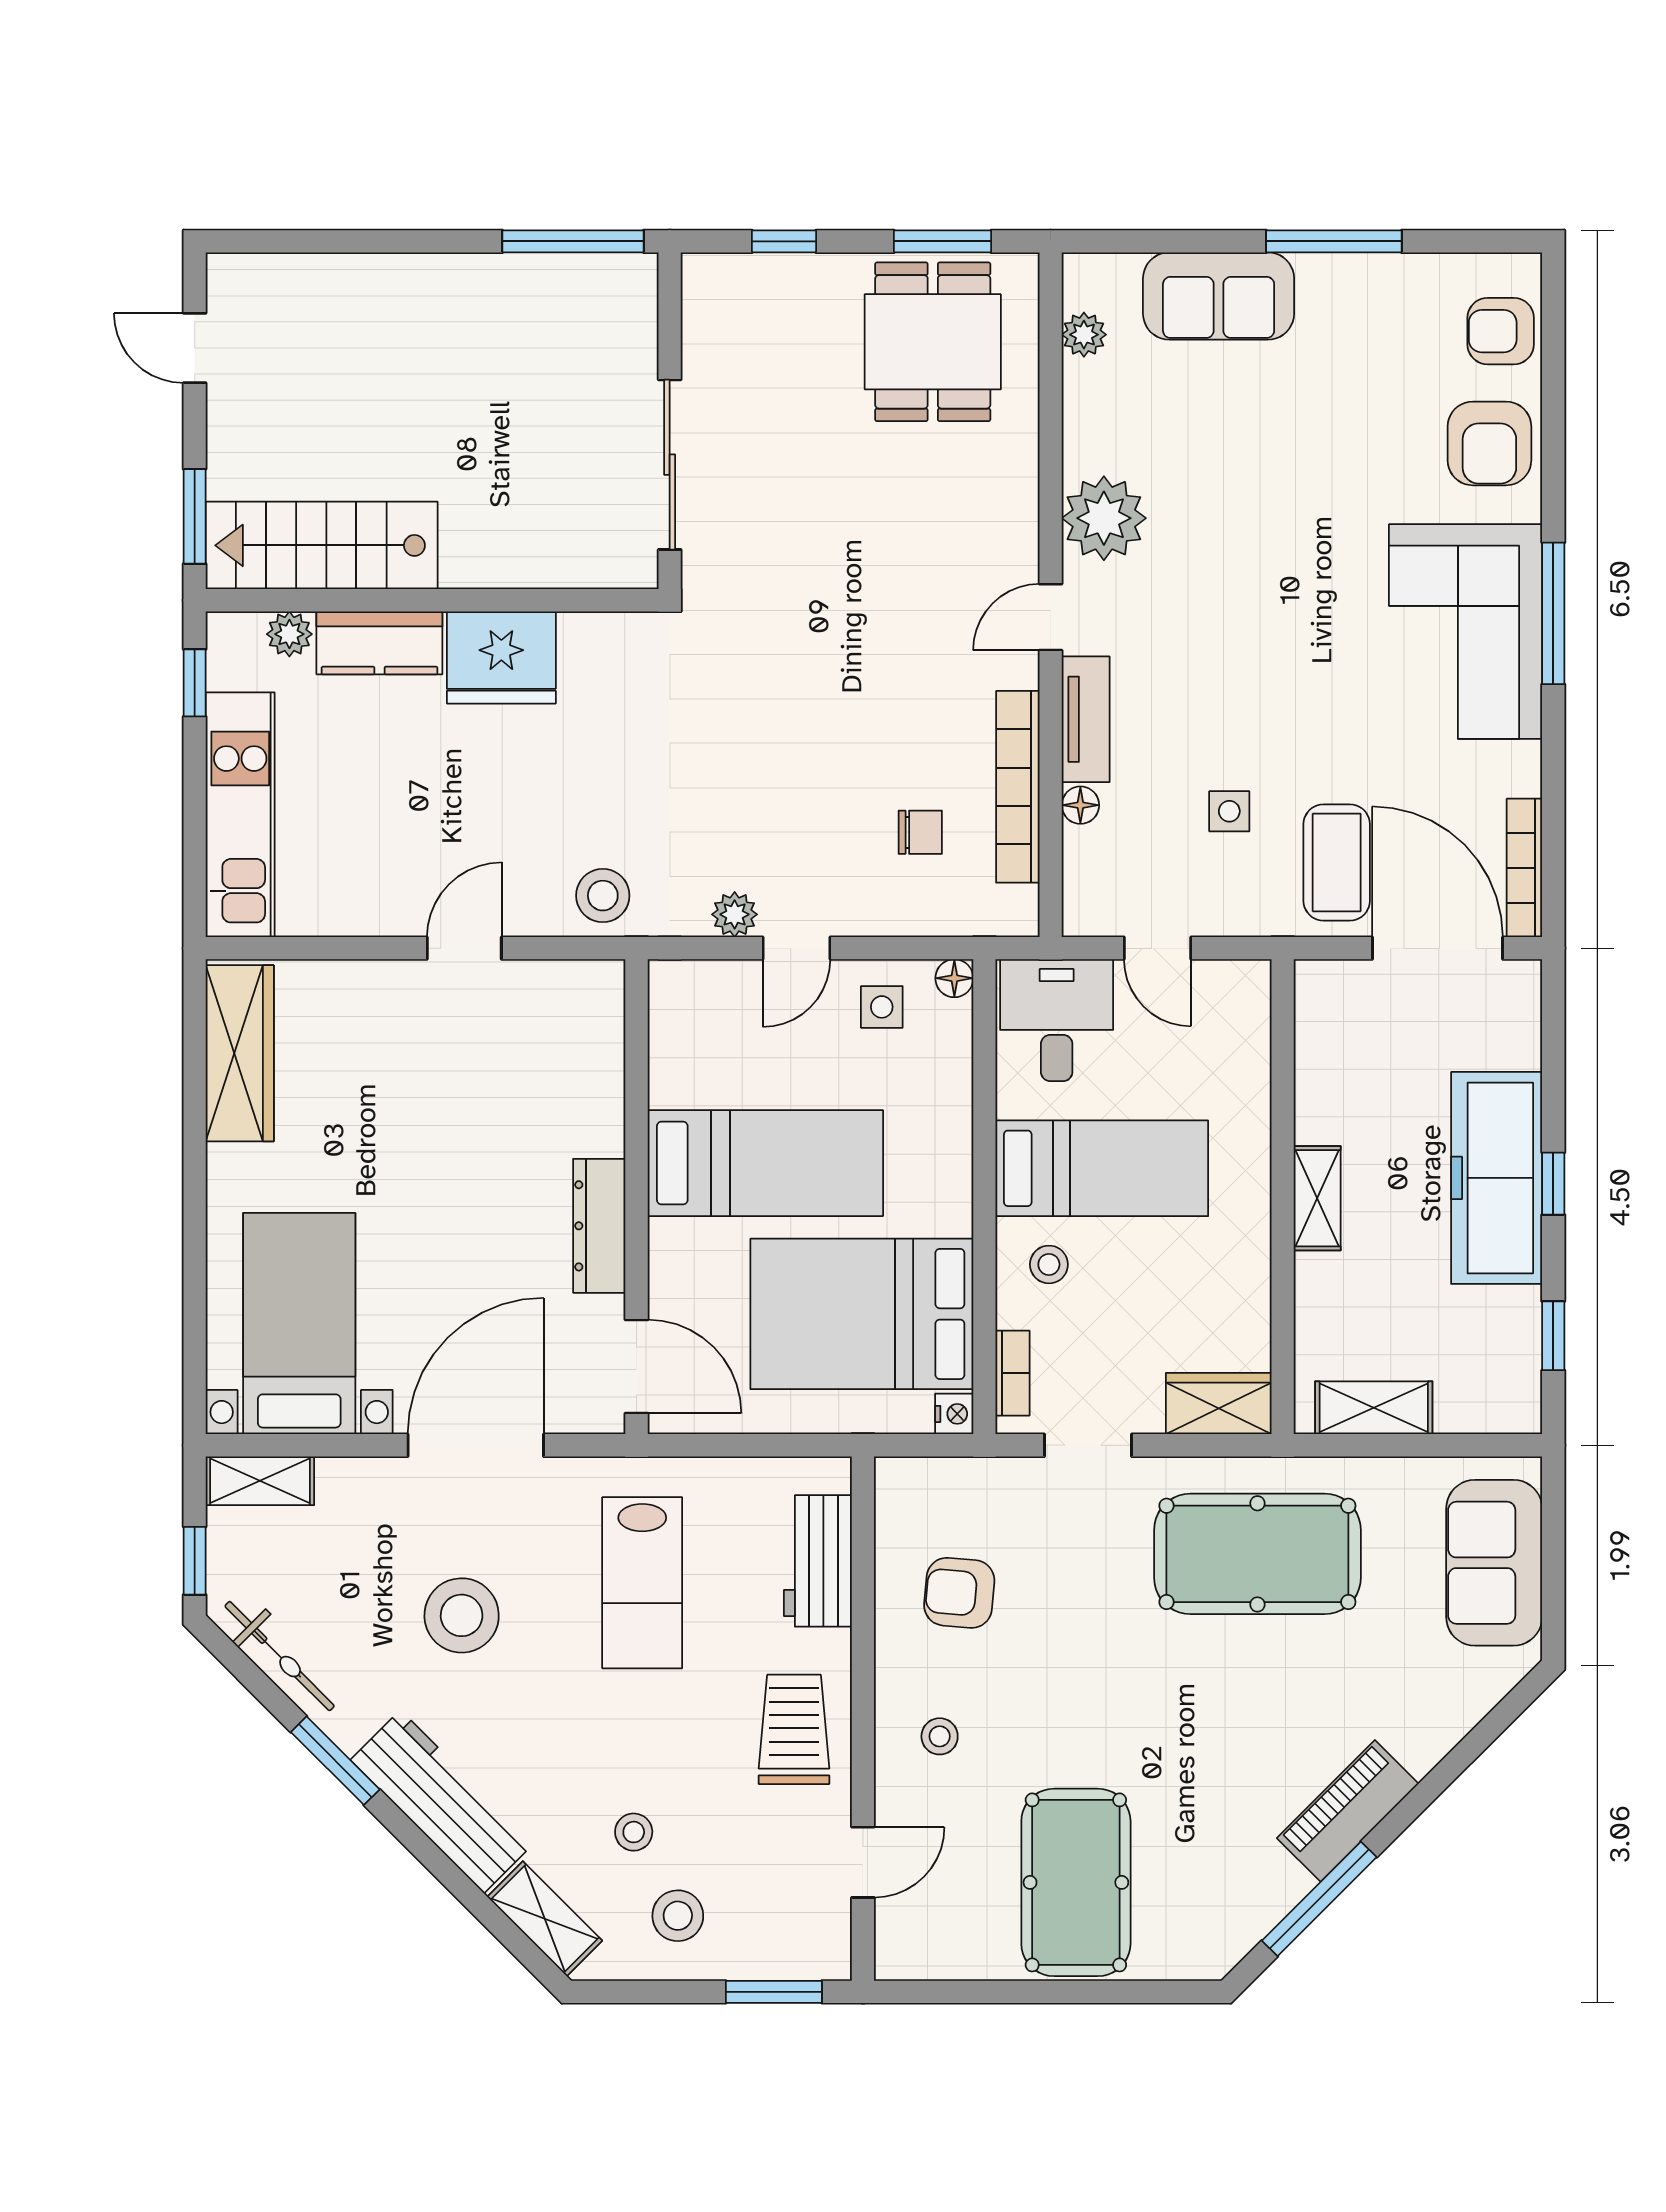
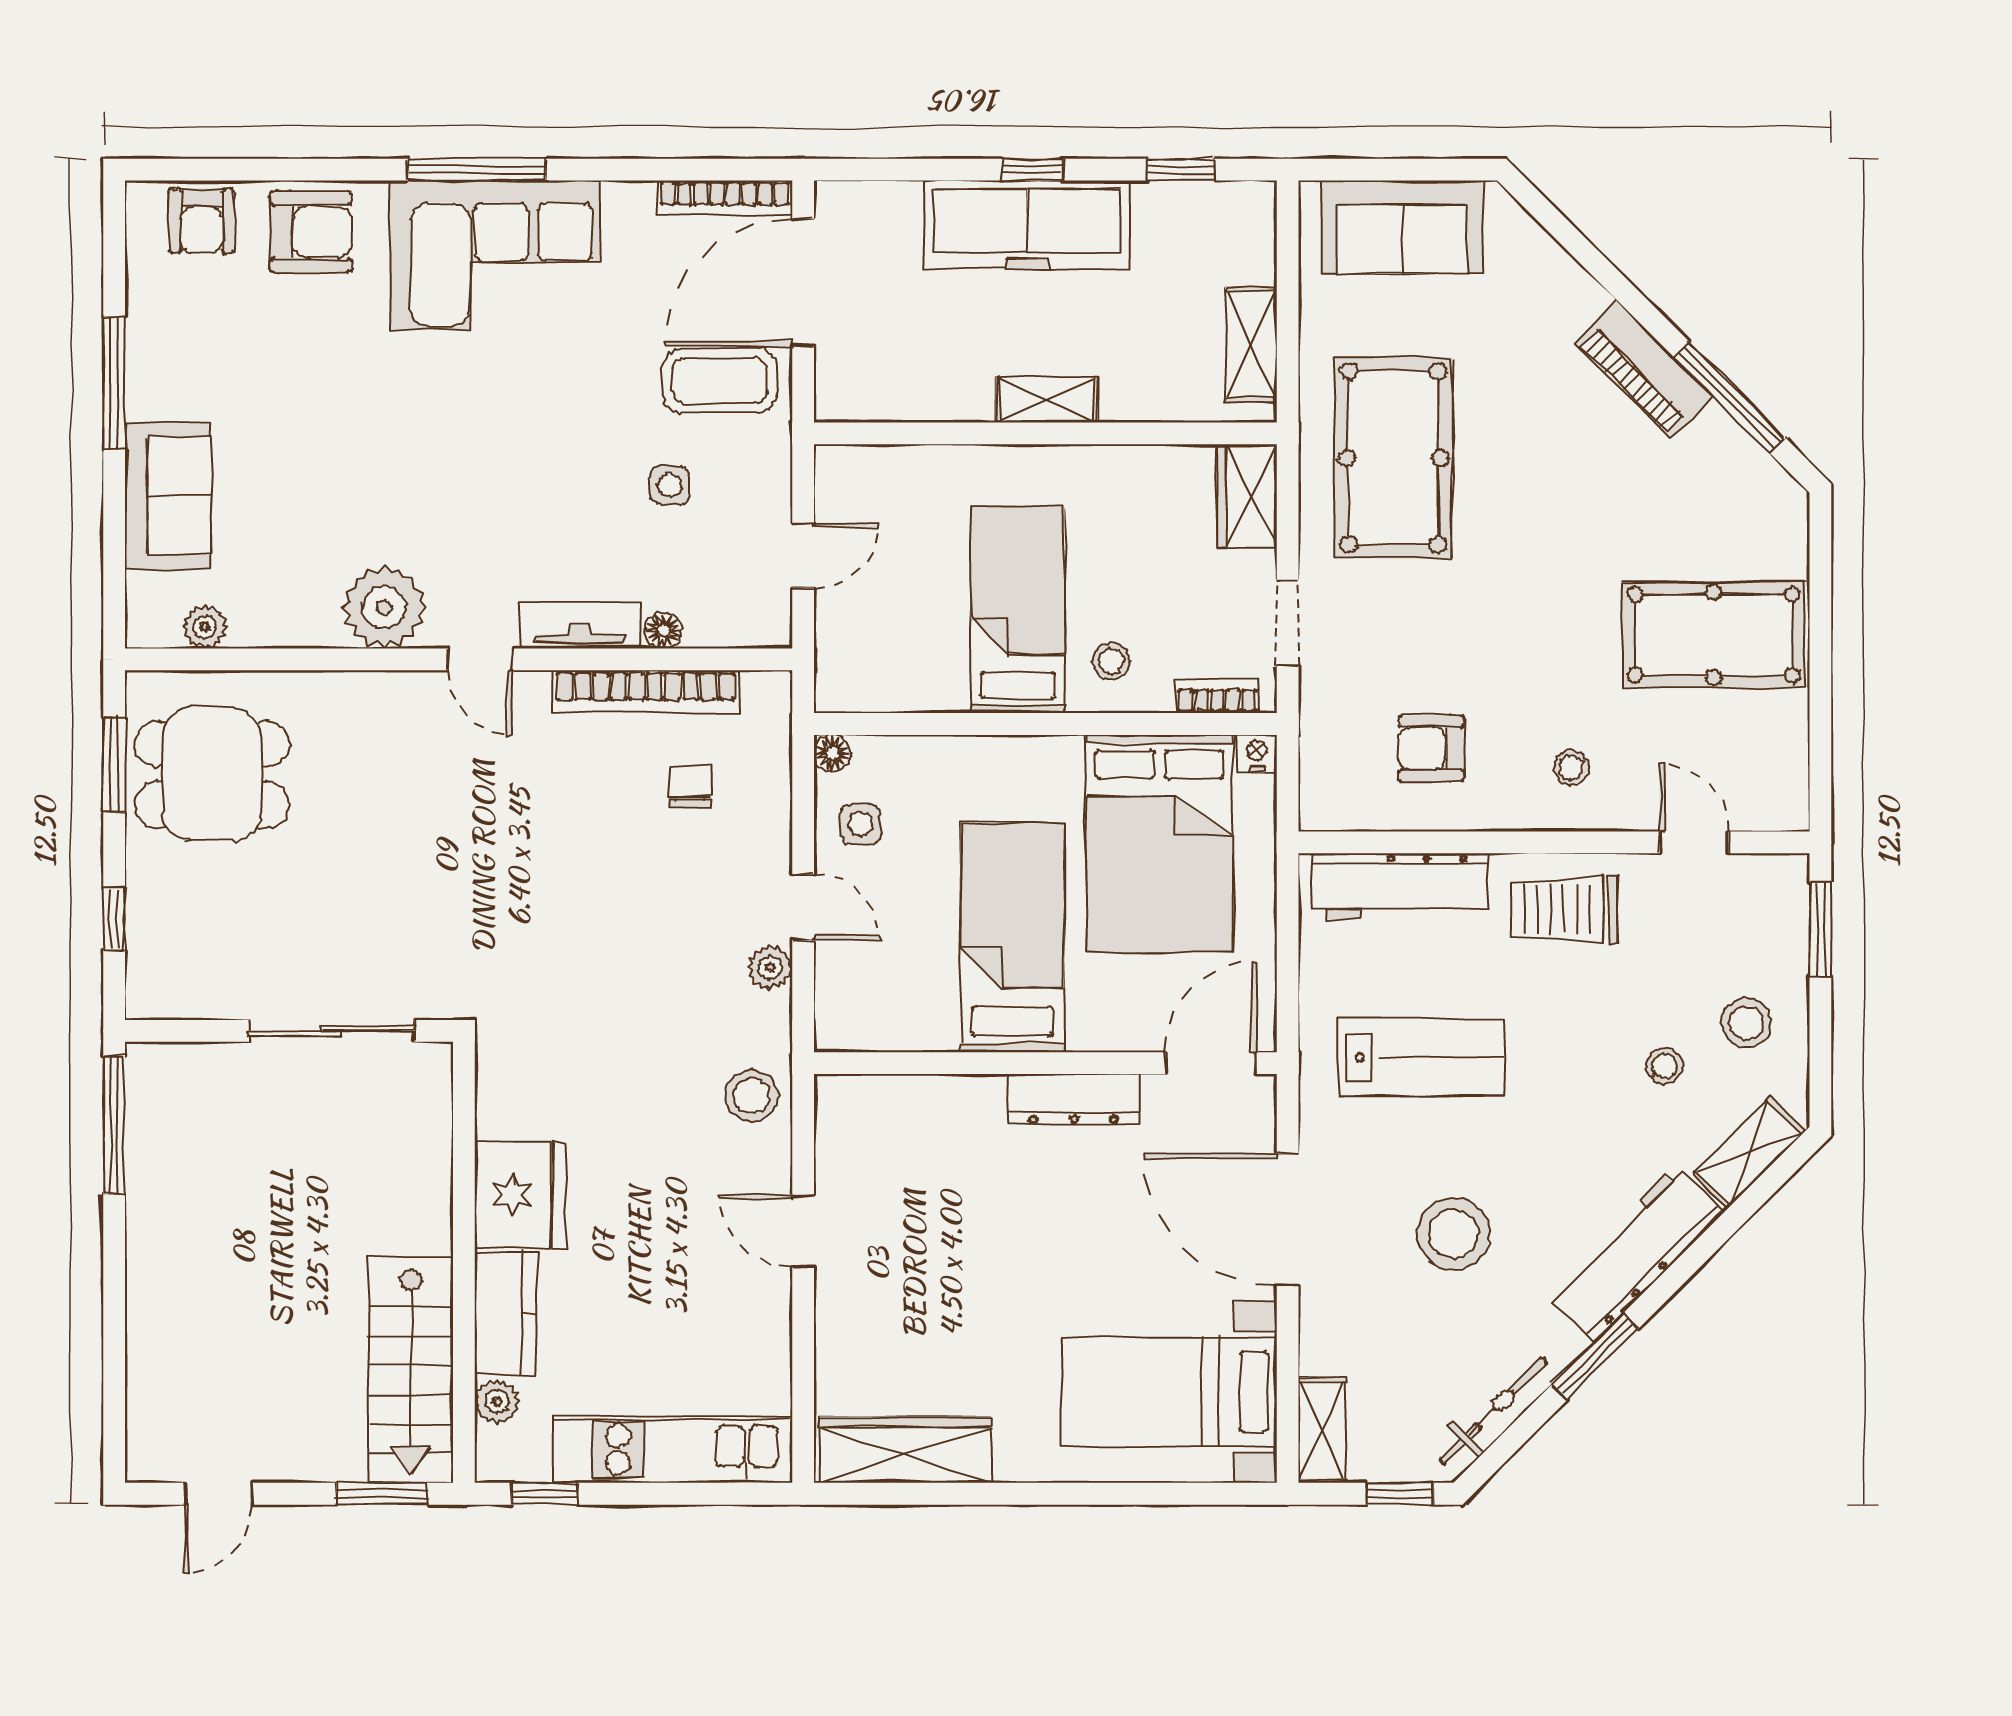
desk: (1057, 1020) -> (873, 654), removed
workbench: (818, 1561) -> (1400, 886), width x1.37
armchair: (959, 1593) -> (1431, 749), turned 85

